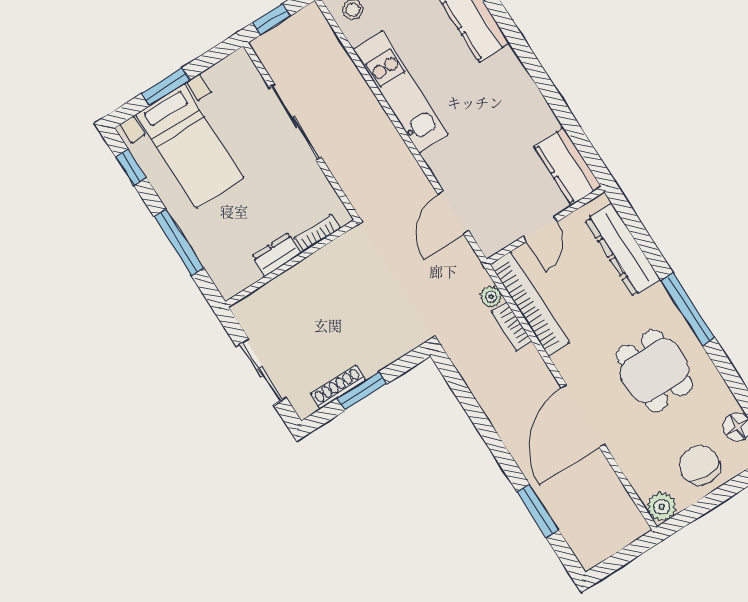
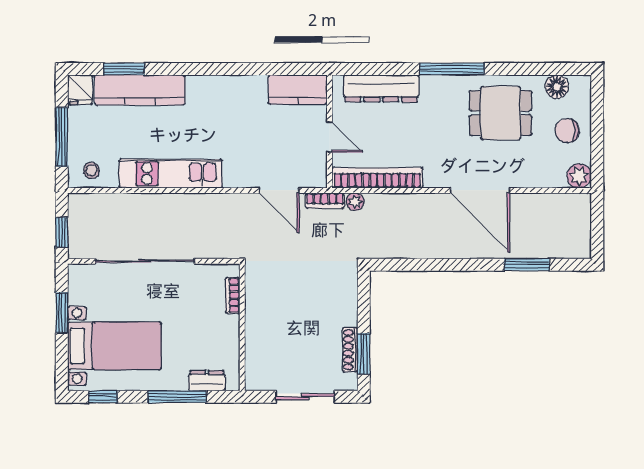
window: (166, 87) -> (62, 313), moved
sliding door: (295, 122) -> (145, 261), width x1.36
dresser: (277, 255) -> (207, 381), moved, turned 90
bookcase: (512, 327) -> (325, 201), moved
dining table: (654, 370) -> (501, 113), moved
window: (362, 391) -> (364, 354), moved
chair: (700, 466) -> (567, 131), width x0.73, depth x0.73

